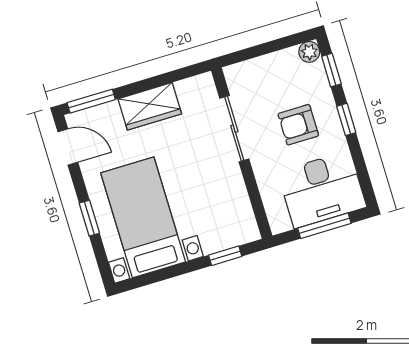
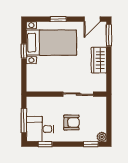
window: (346, 119) -> (45, 144), moved
armchair: (298, 125) -> (71, 123), turned 90
desk: (322, 189) -> (40, 129), width x0.73
window: (225, 256) -> (24, 51), moved

